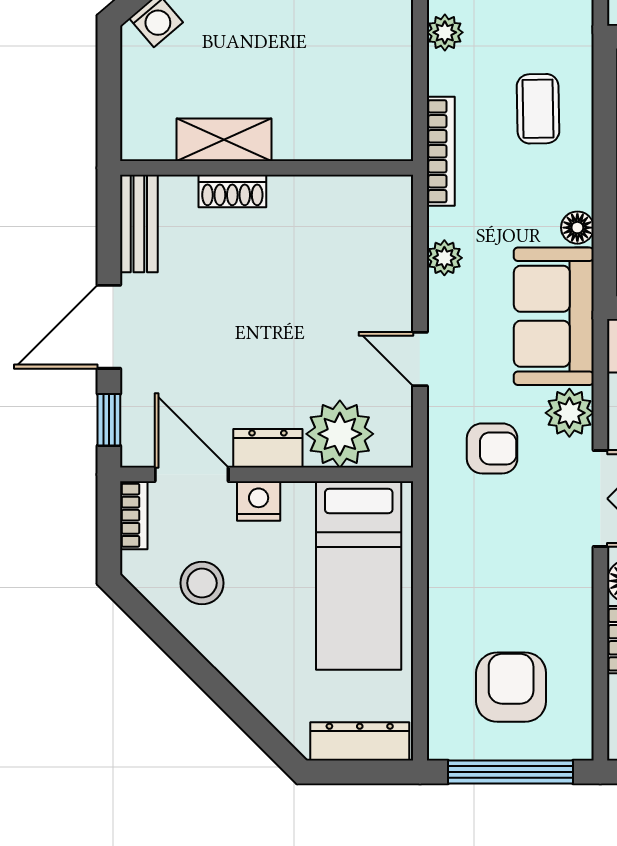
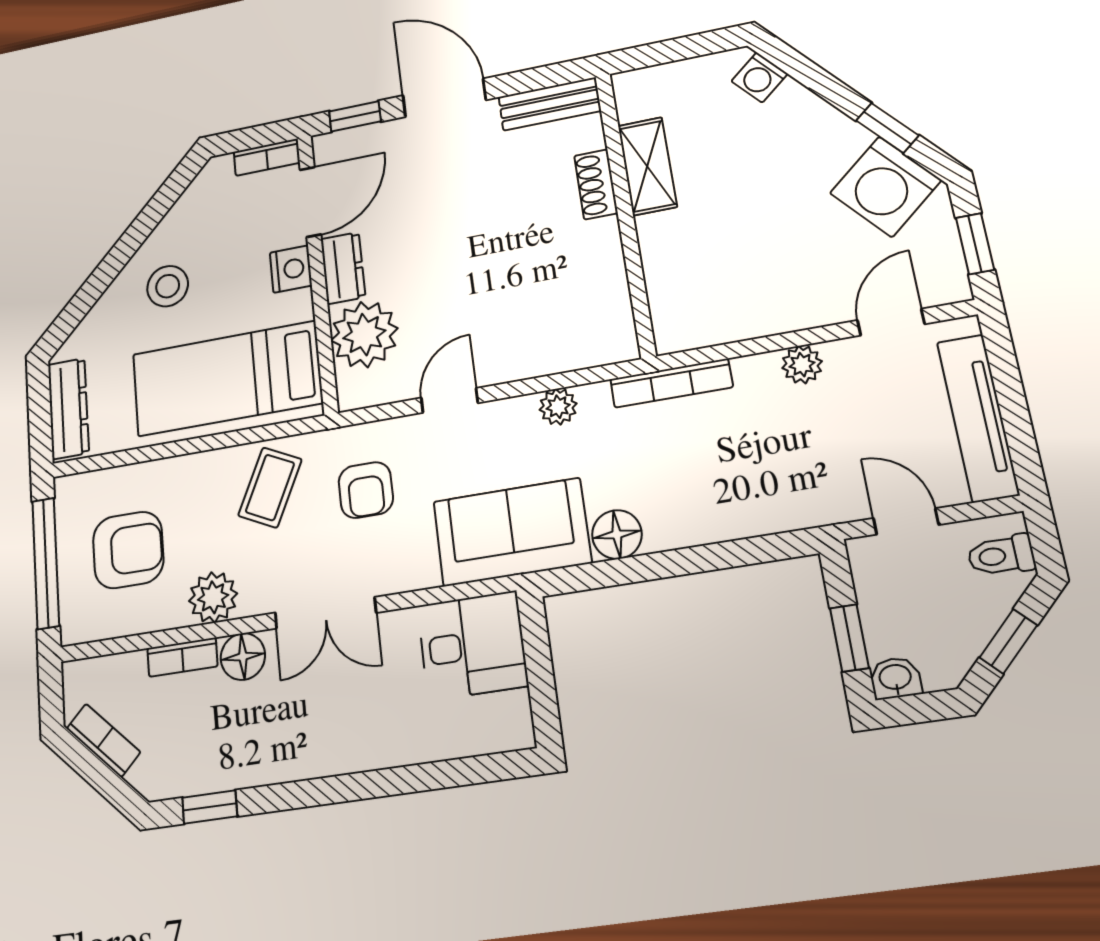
coffee table: (538, 109) -> (270, 487), moved, turned -63
floor lamp: (577, 228) -> (617, 534), width x1.37, depth x1.37
plant: (569, 413) -> (213, 597), moved
stool: (202, 583) -> (168, 286), moved

